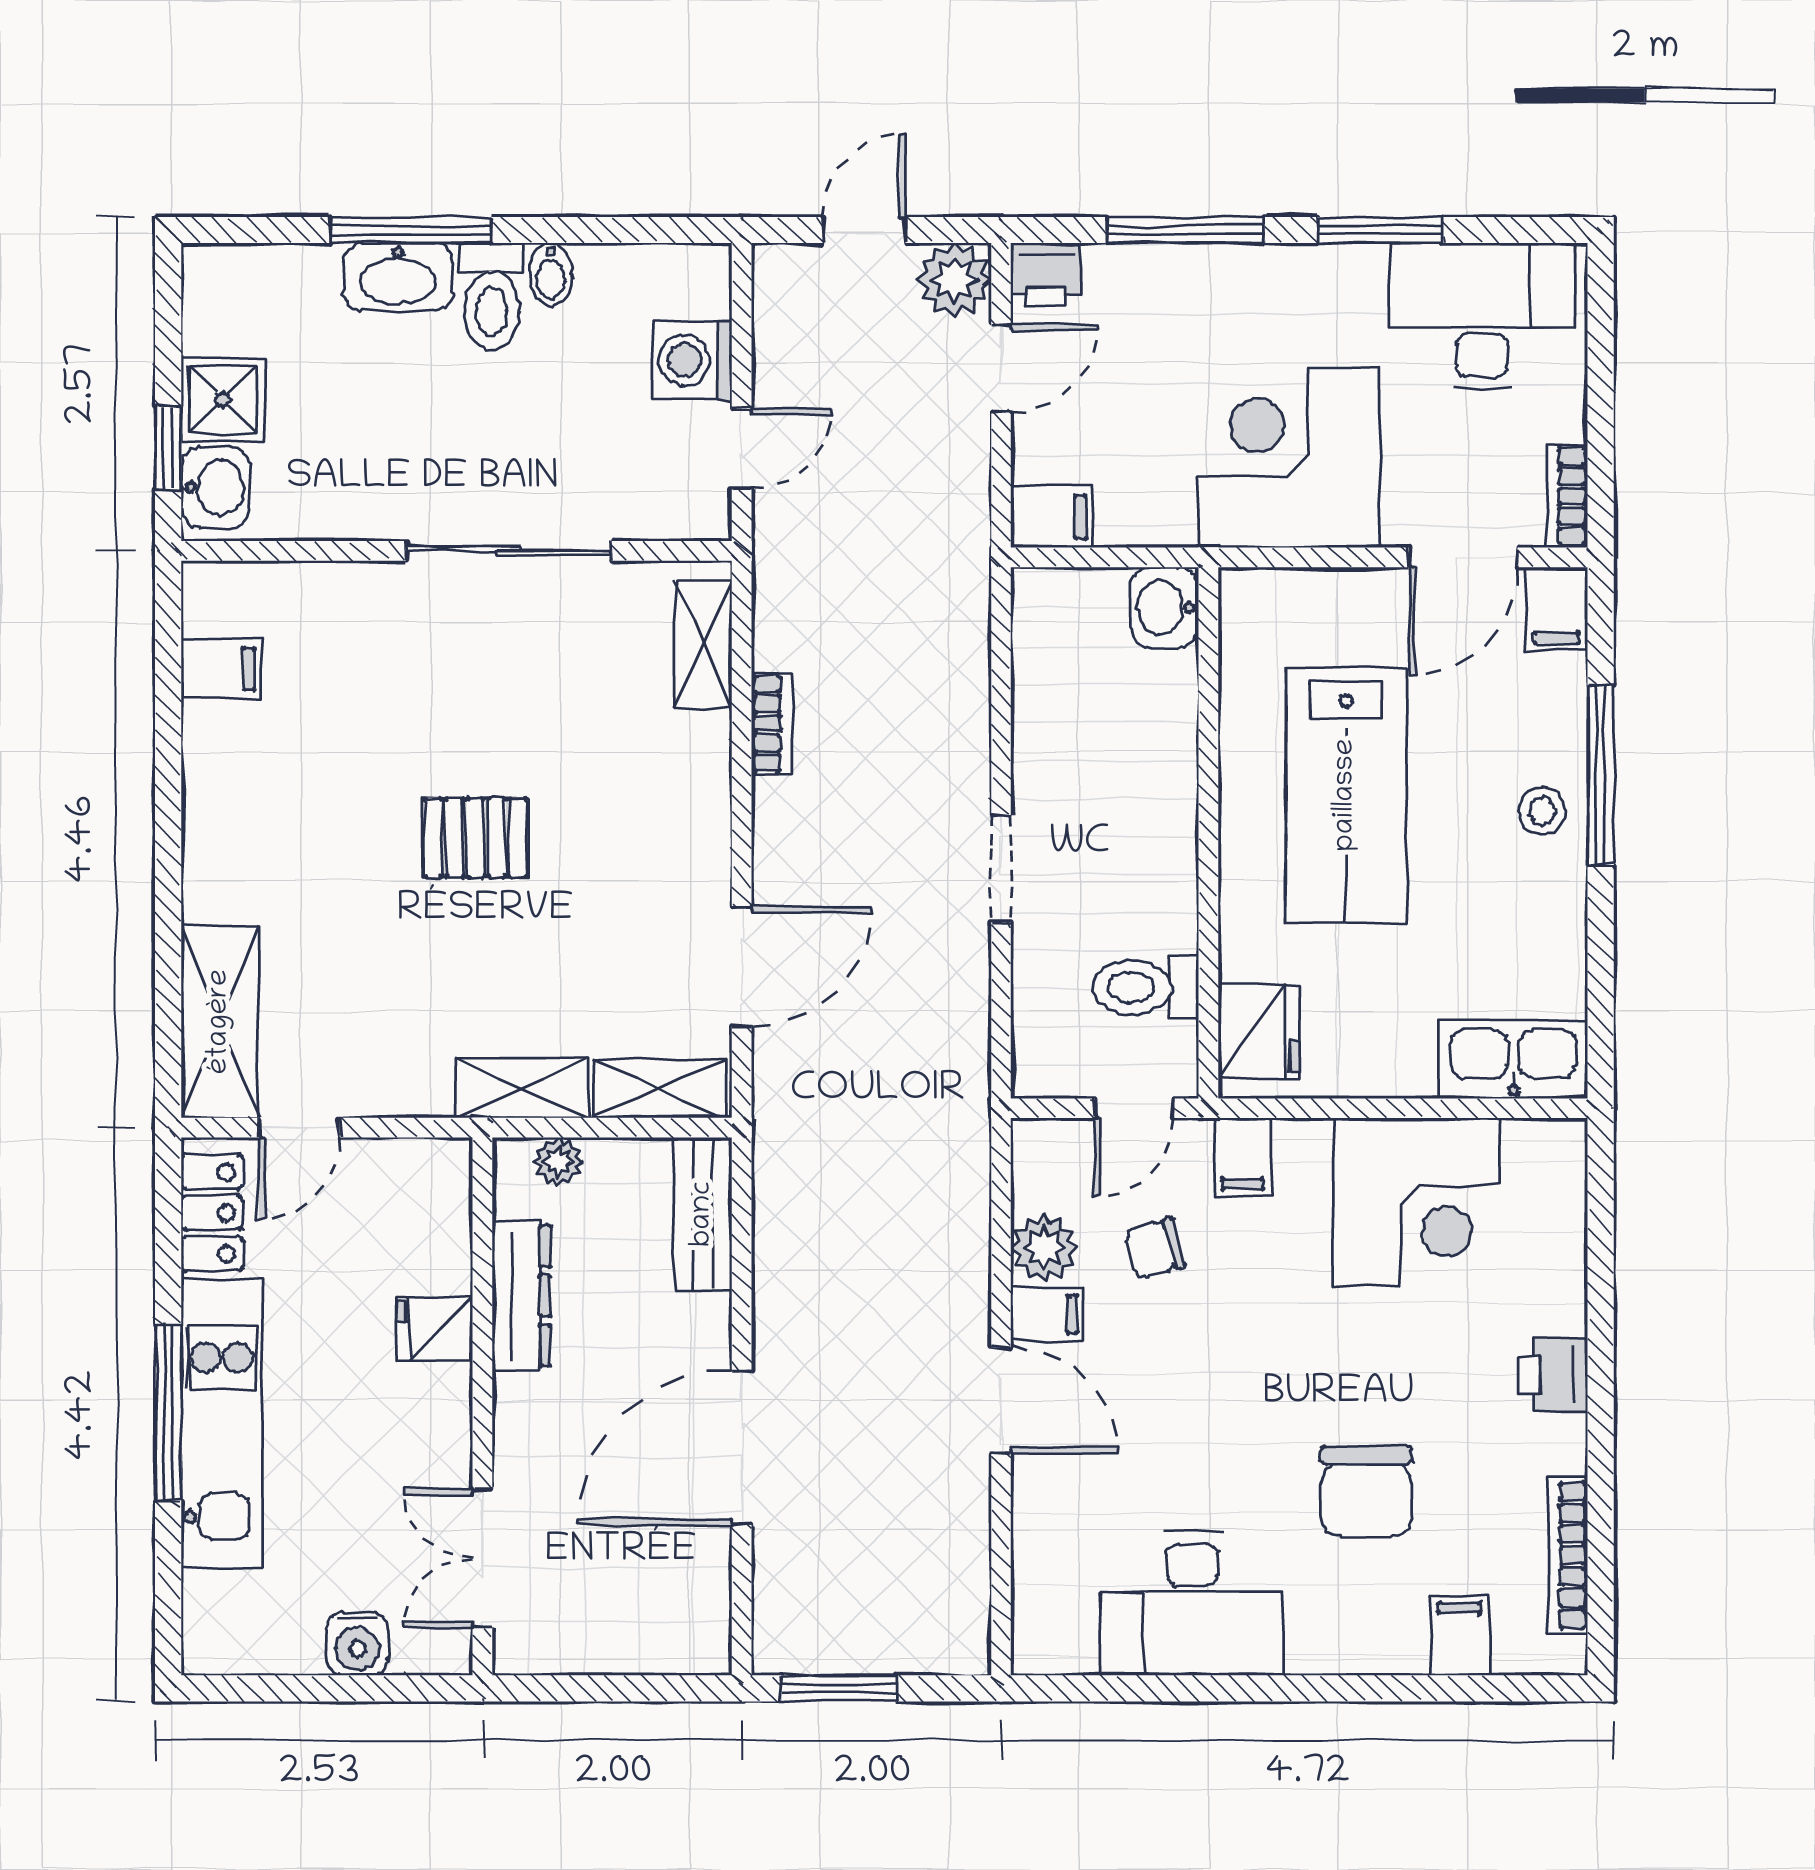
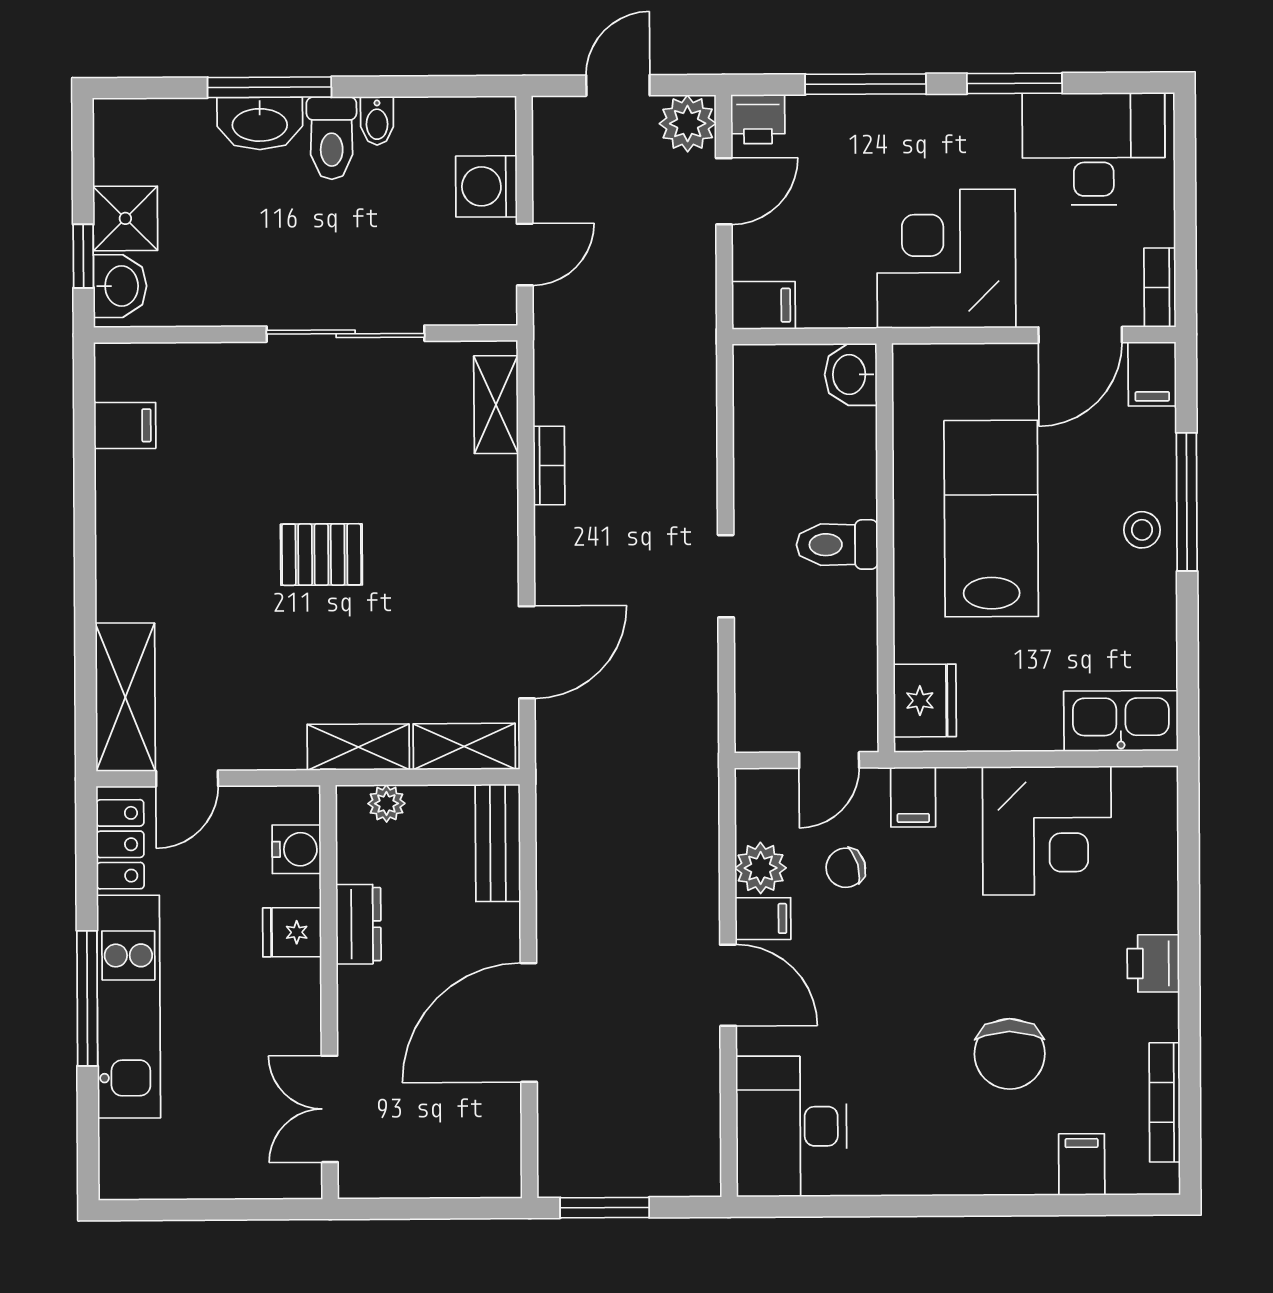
lab bench: (1346, 795) -> (991, 519), turned 180
toilet: (1146, 987) -> (837, 545), moved
dresser: (521, 1296) -> (359, 924), width x0.70
desk: (1193, 1604) -> (791, 1126), moved, turned 90
water cooler: (358, 1644) -> (297, 849), moved, turned -90

